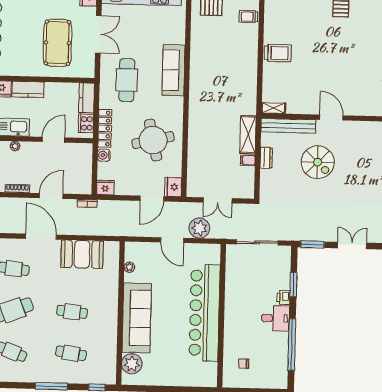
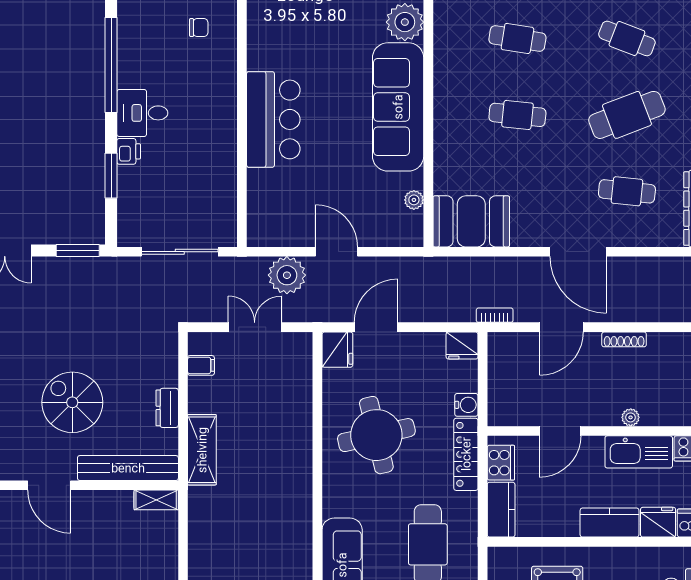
filing cabinet: (248, 160) -> (201, 365), moved
booth: (82, 254) -> (471, 221), moved
bar counter: (205, 313) -> (273, 119), width x0.54

